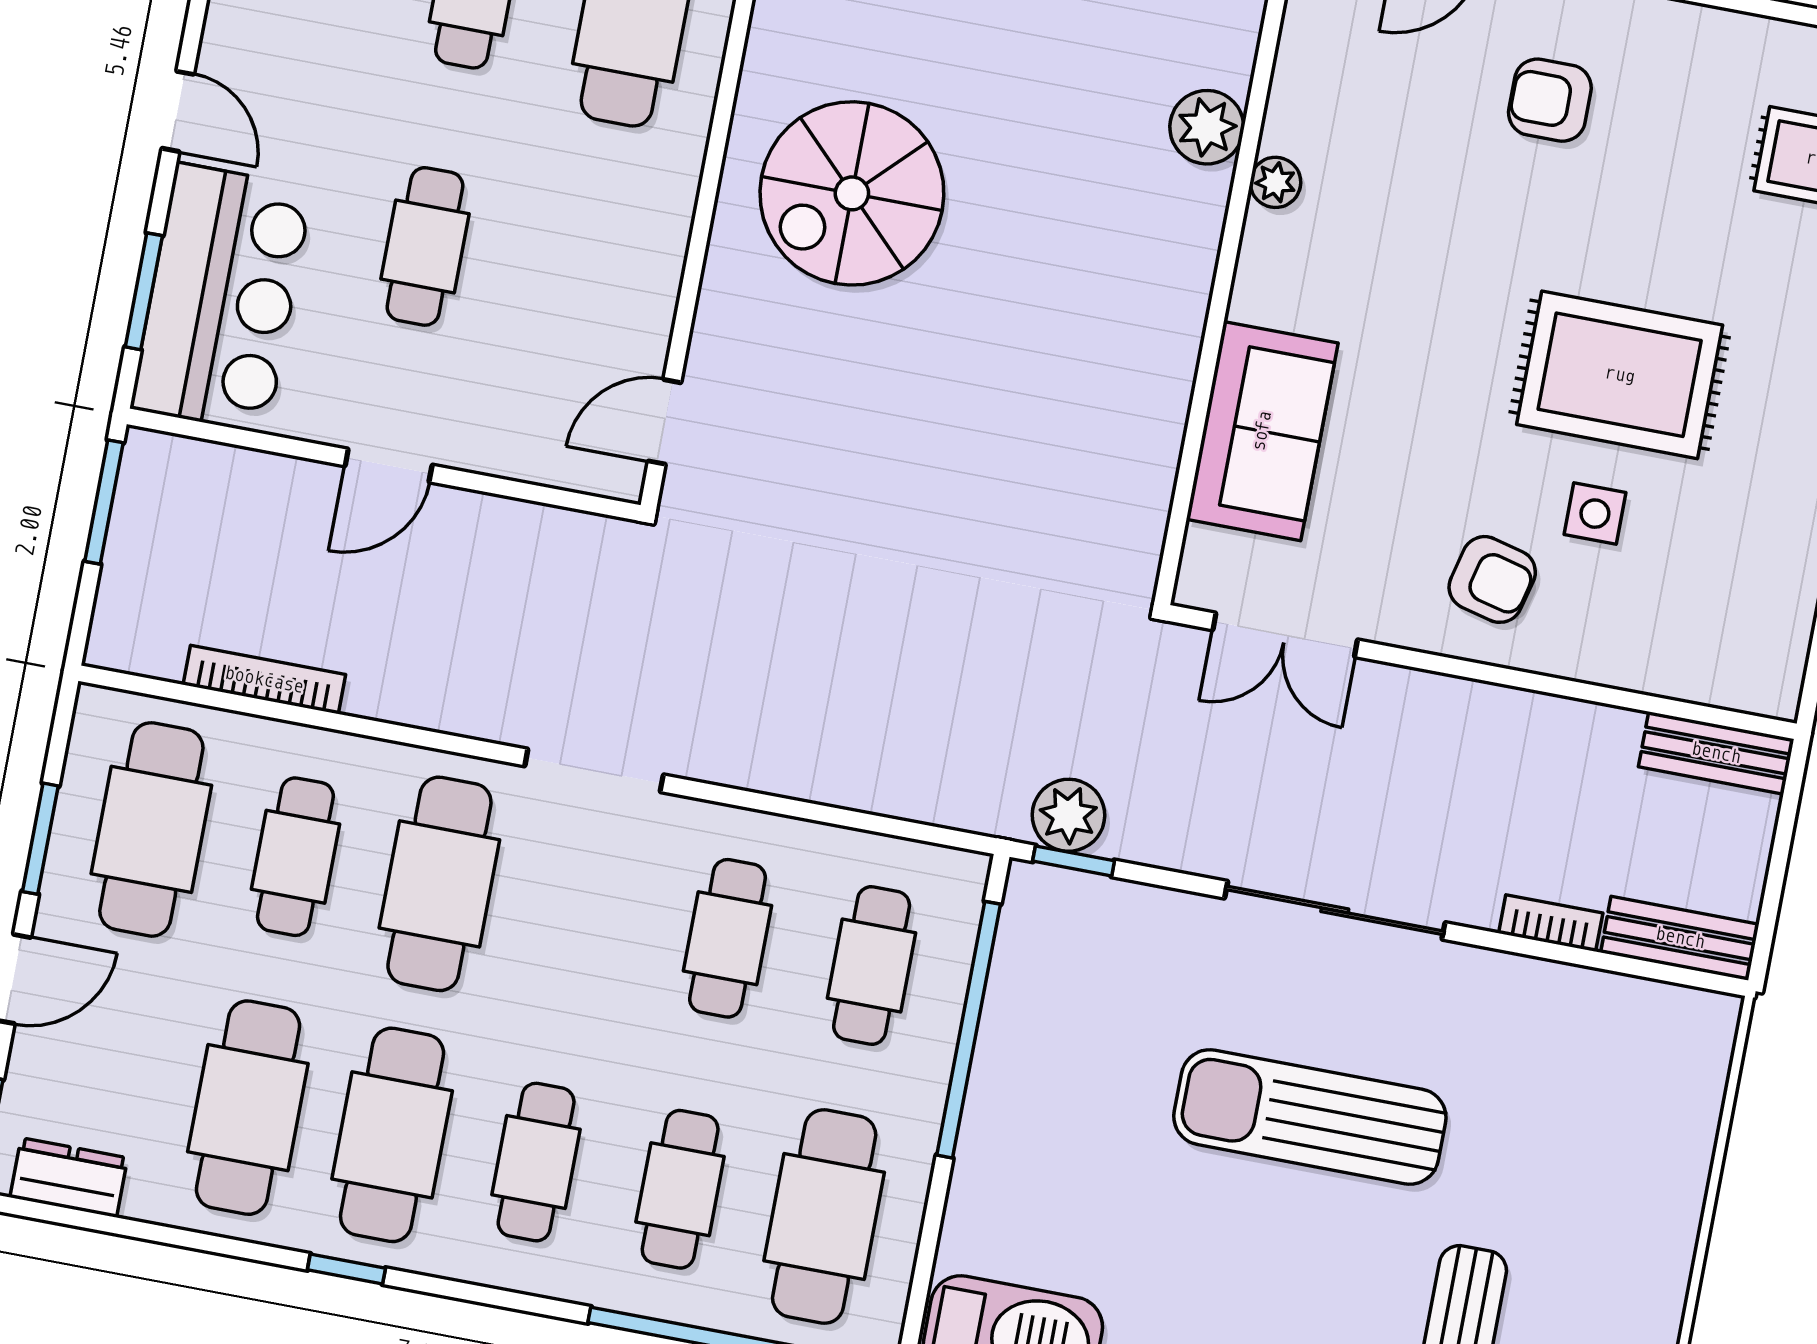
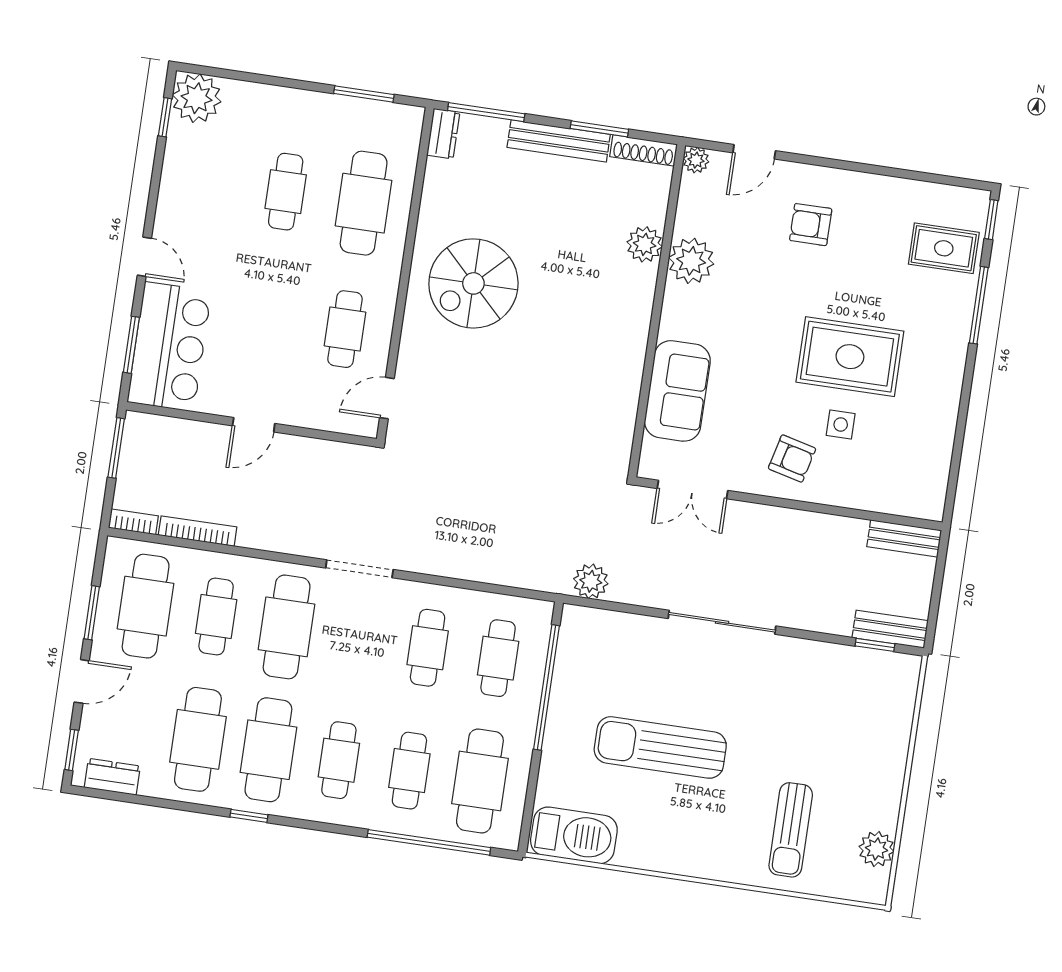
plant: (1275, 182) -> (691, 261), width x1.88, depth x1.88
cafe table: (425, 246) -> (345, 329), moved
window: (1074, 861) -> (875, 645), moved
bookcase: (1551, 923) -> (133, 522), moved
sun lounger: (1310, 1117) -> (660, 747), moved

